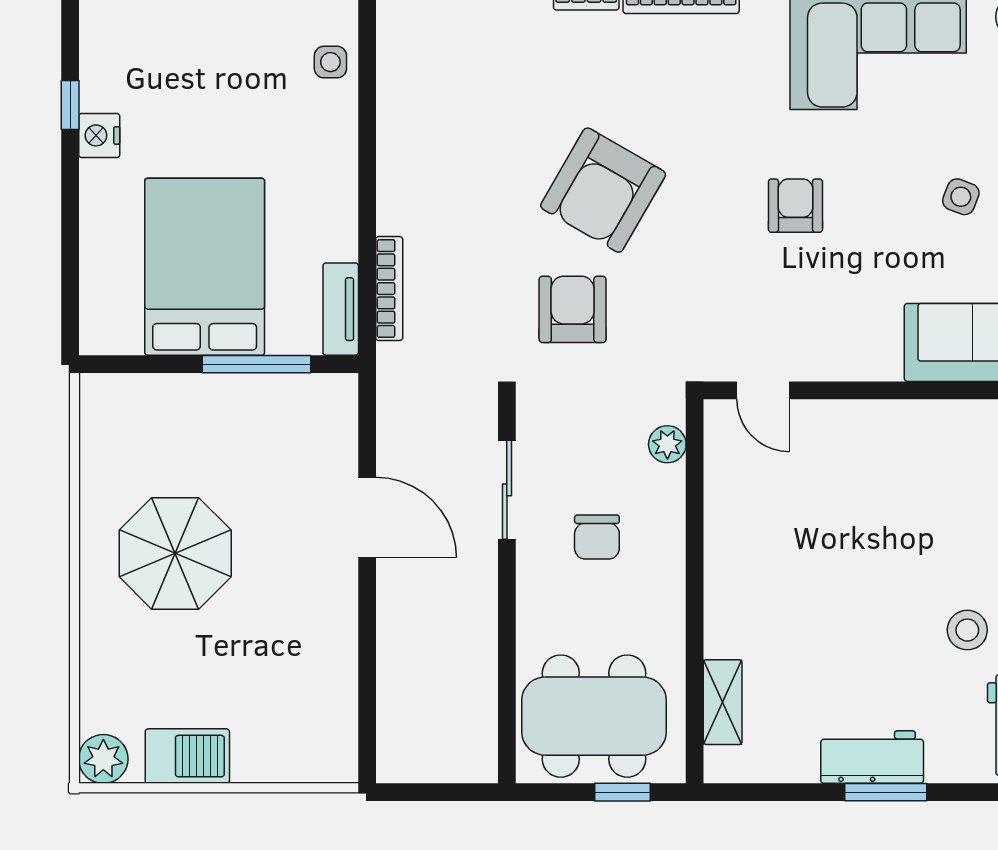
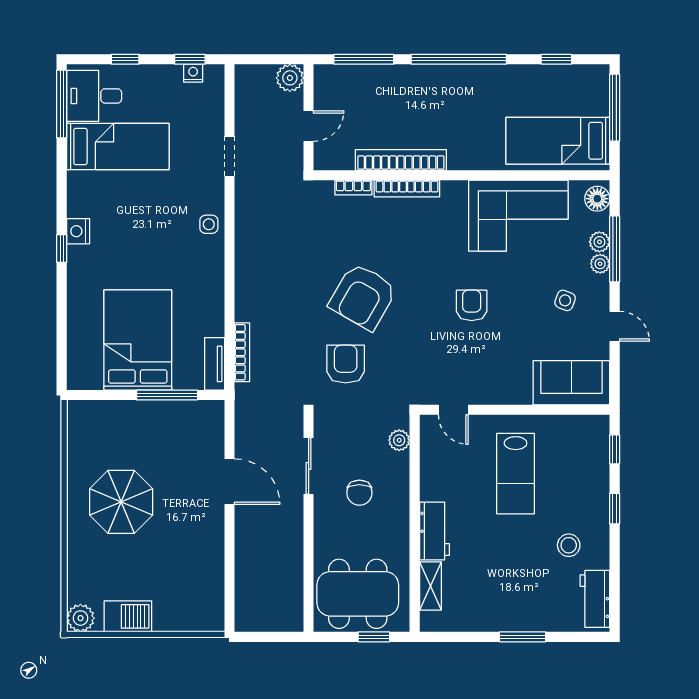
nightstand: (99, 135) -> (78, 231), moved
lab bench: (873, 504) -> (516, 474), added
workbench: (872, 757) -> (435, 531), moved, turned 90

